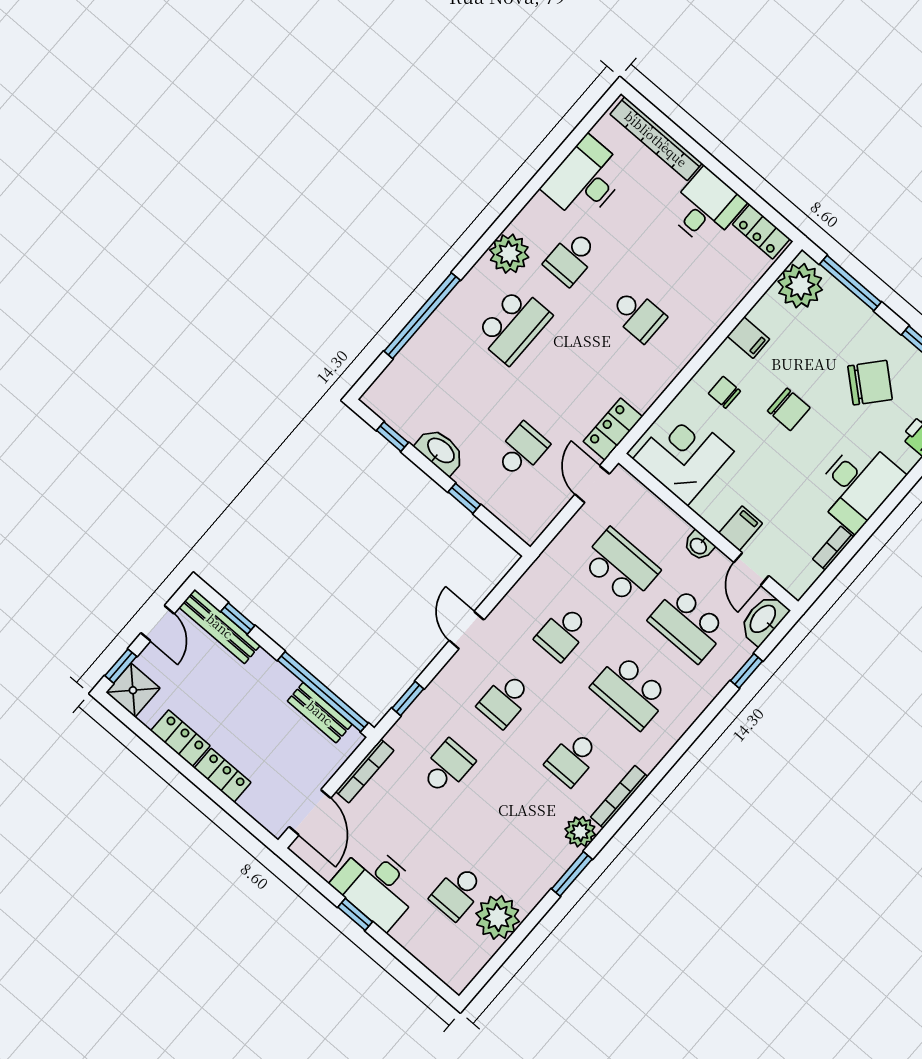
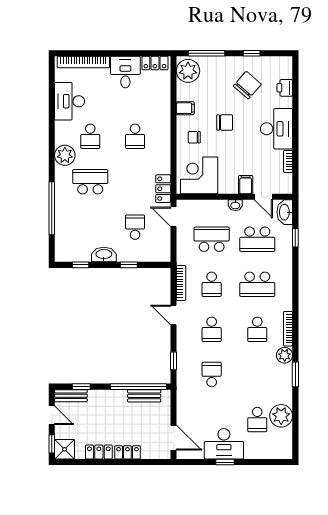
school desk: (638, 315) -> (135, 136), turned 90
school desk: (513, 325) -> (90, 182), turned -90
bench: (220, 626) -> (71, 396), width x0.73
bookcase: (365, 771) -> (181, 283), moved

